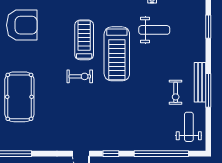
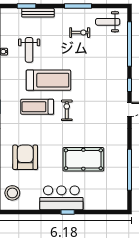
weight bench: (154, 30) -> (29, 50), turned 180
bench: (200, 82) -> (38, 13), moved

